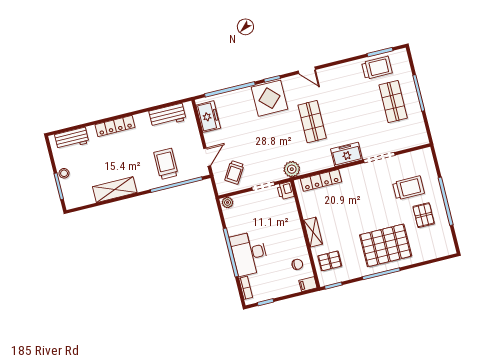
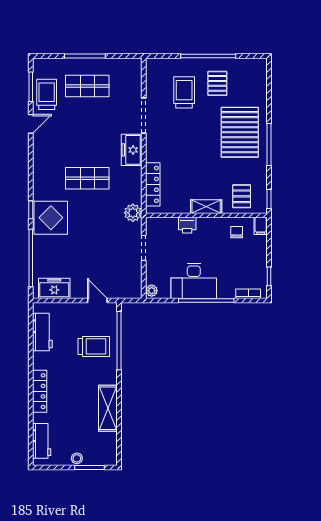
door: (307, 70) -> (31, 124), moved
trolley: (166, 164) -> (94, 346), turned 180
trolley: (234, 172) -> (121, 275), removed
printer: (286, 191) -> (187, 225), moved
pallet: (424, 215) -> (217, 83), turned 90
desk: (249, 253) -> (194, 281), moved

